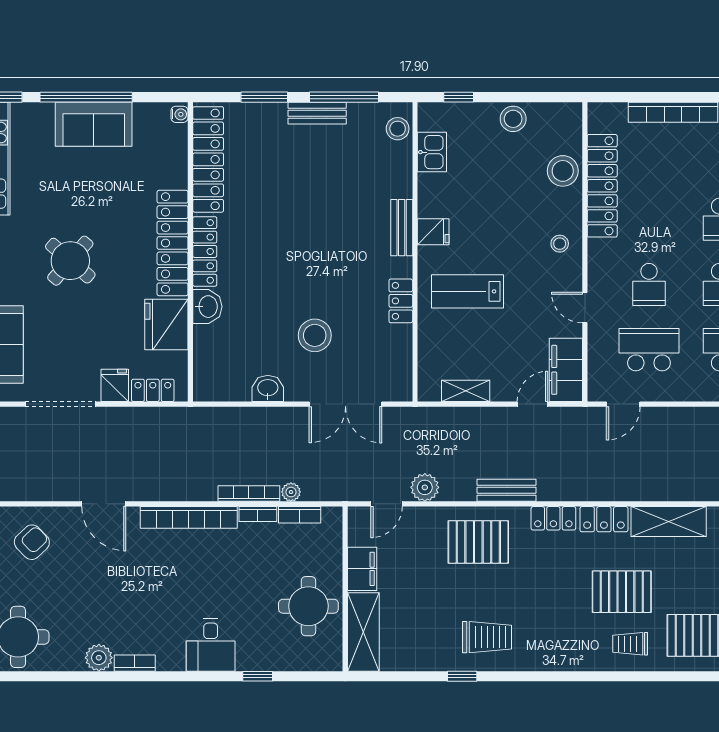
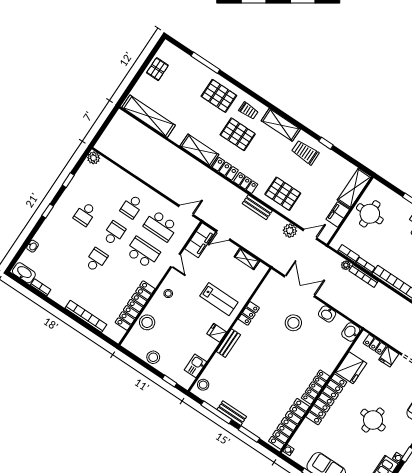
round table: (70, 261) -> (373, 420), turned -34
school desk: (649, 284) -> (143, 252), width x1.85
washbasin: (207, 307) -> (351, 332), moved
shelving: (559, 656) -> (281, 125), added

